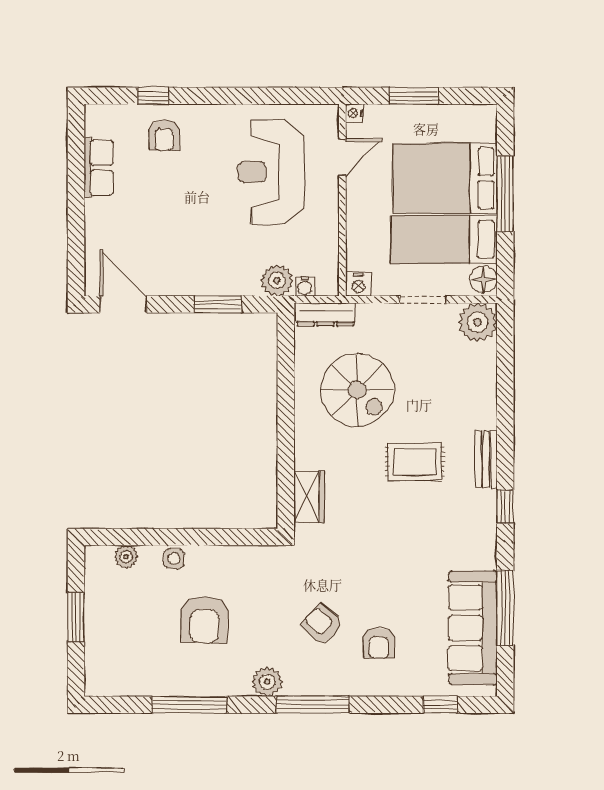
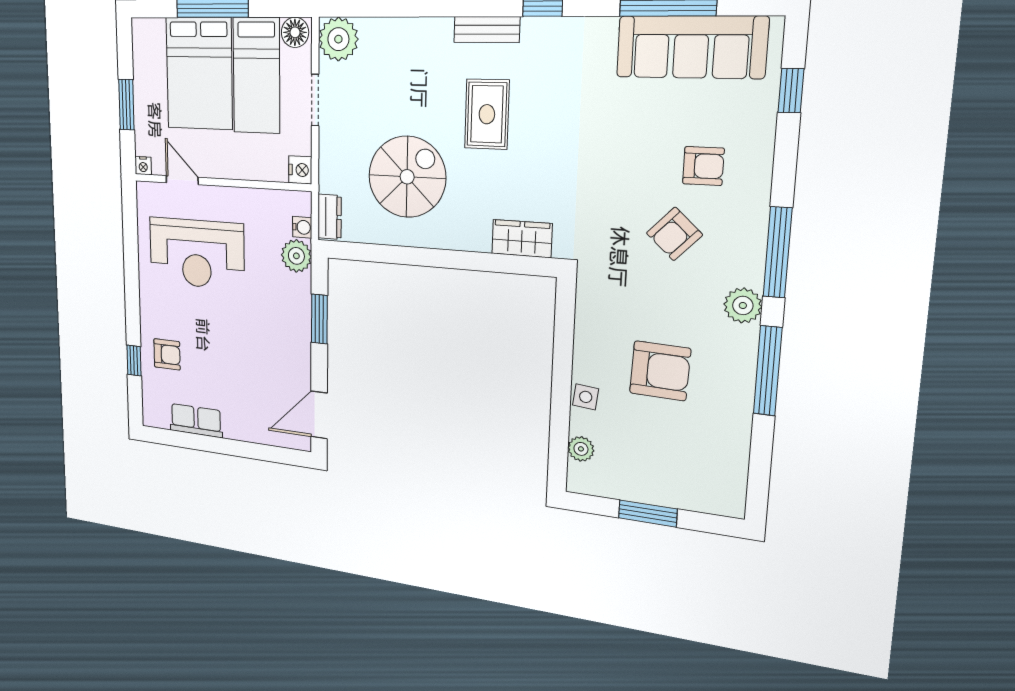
dresser: (325, 314) -> (330, 217), width x0.70
window: (189, 705) -> (768, 371), moved

